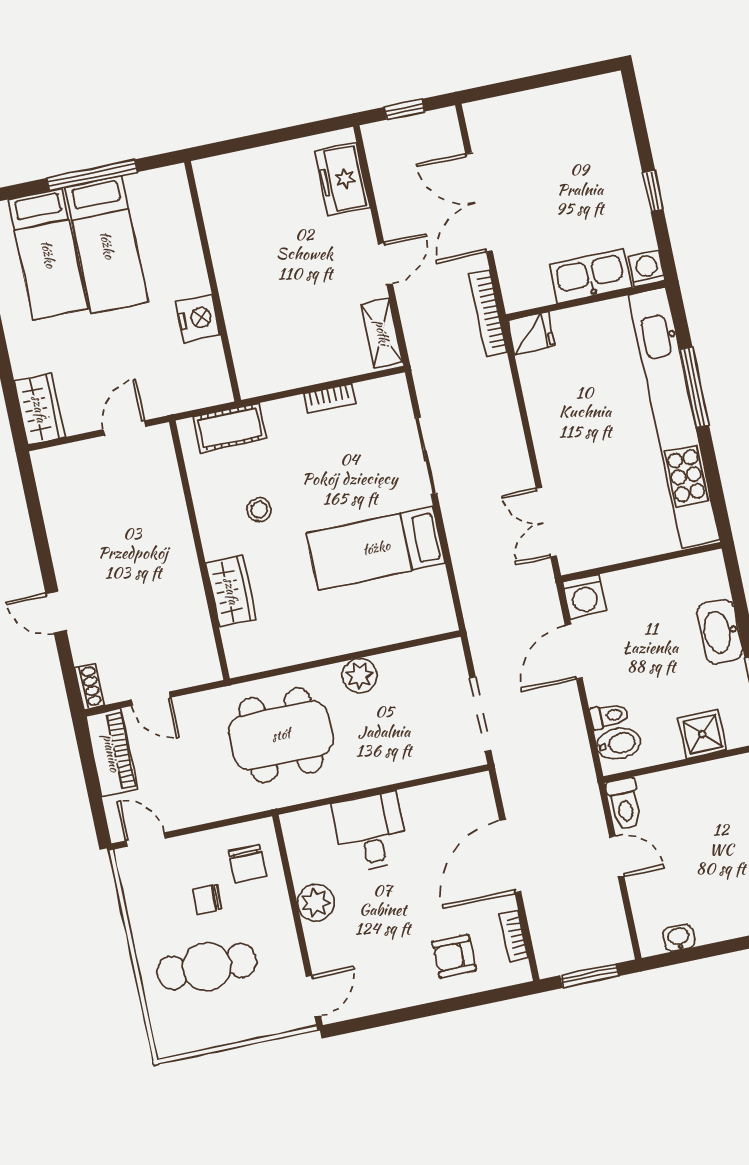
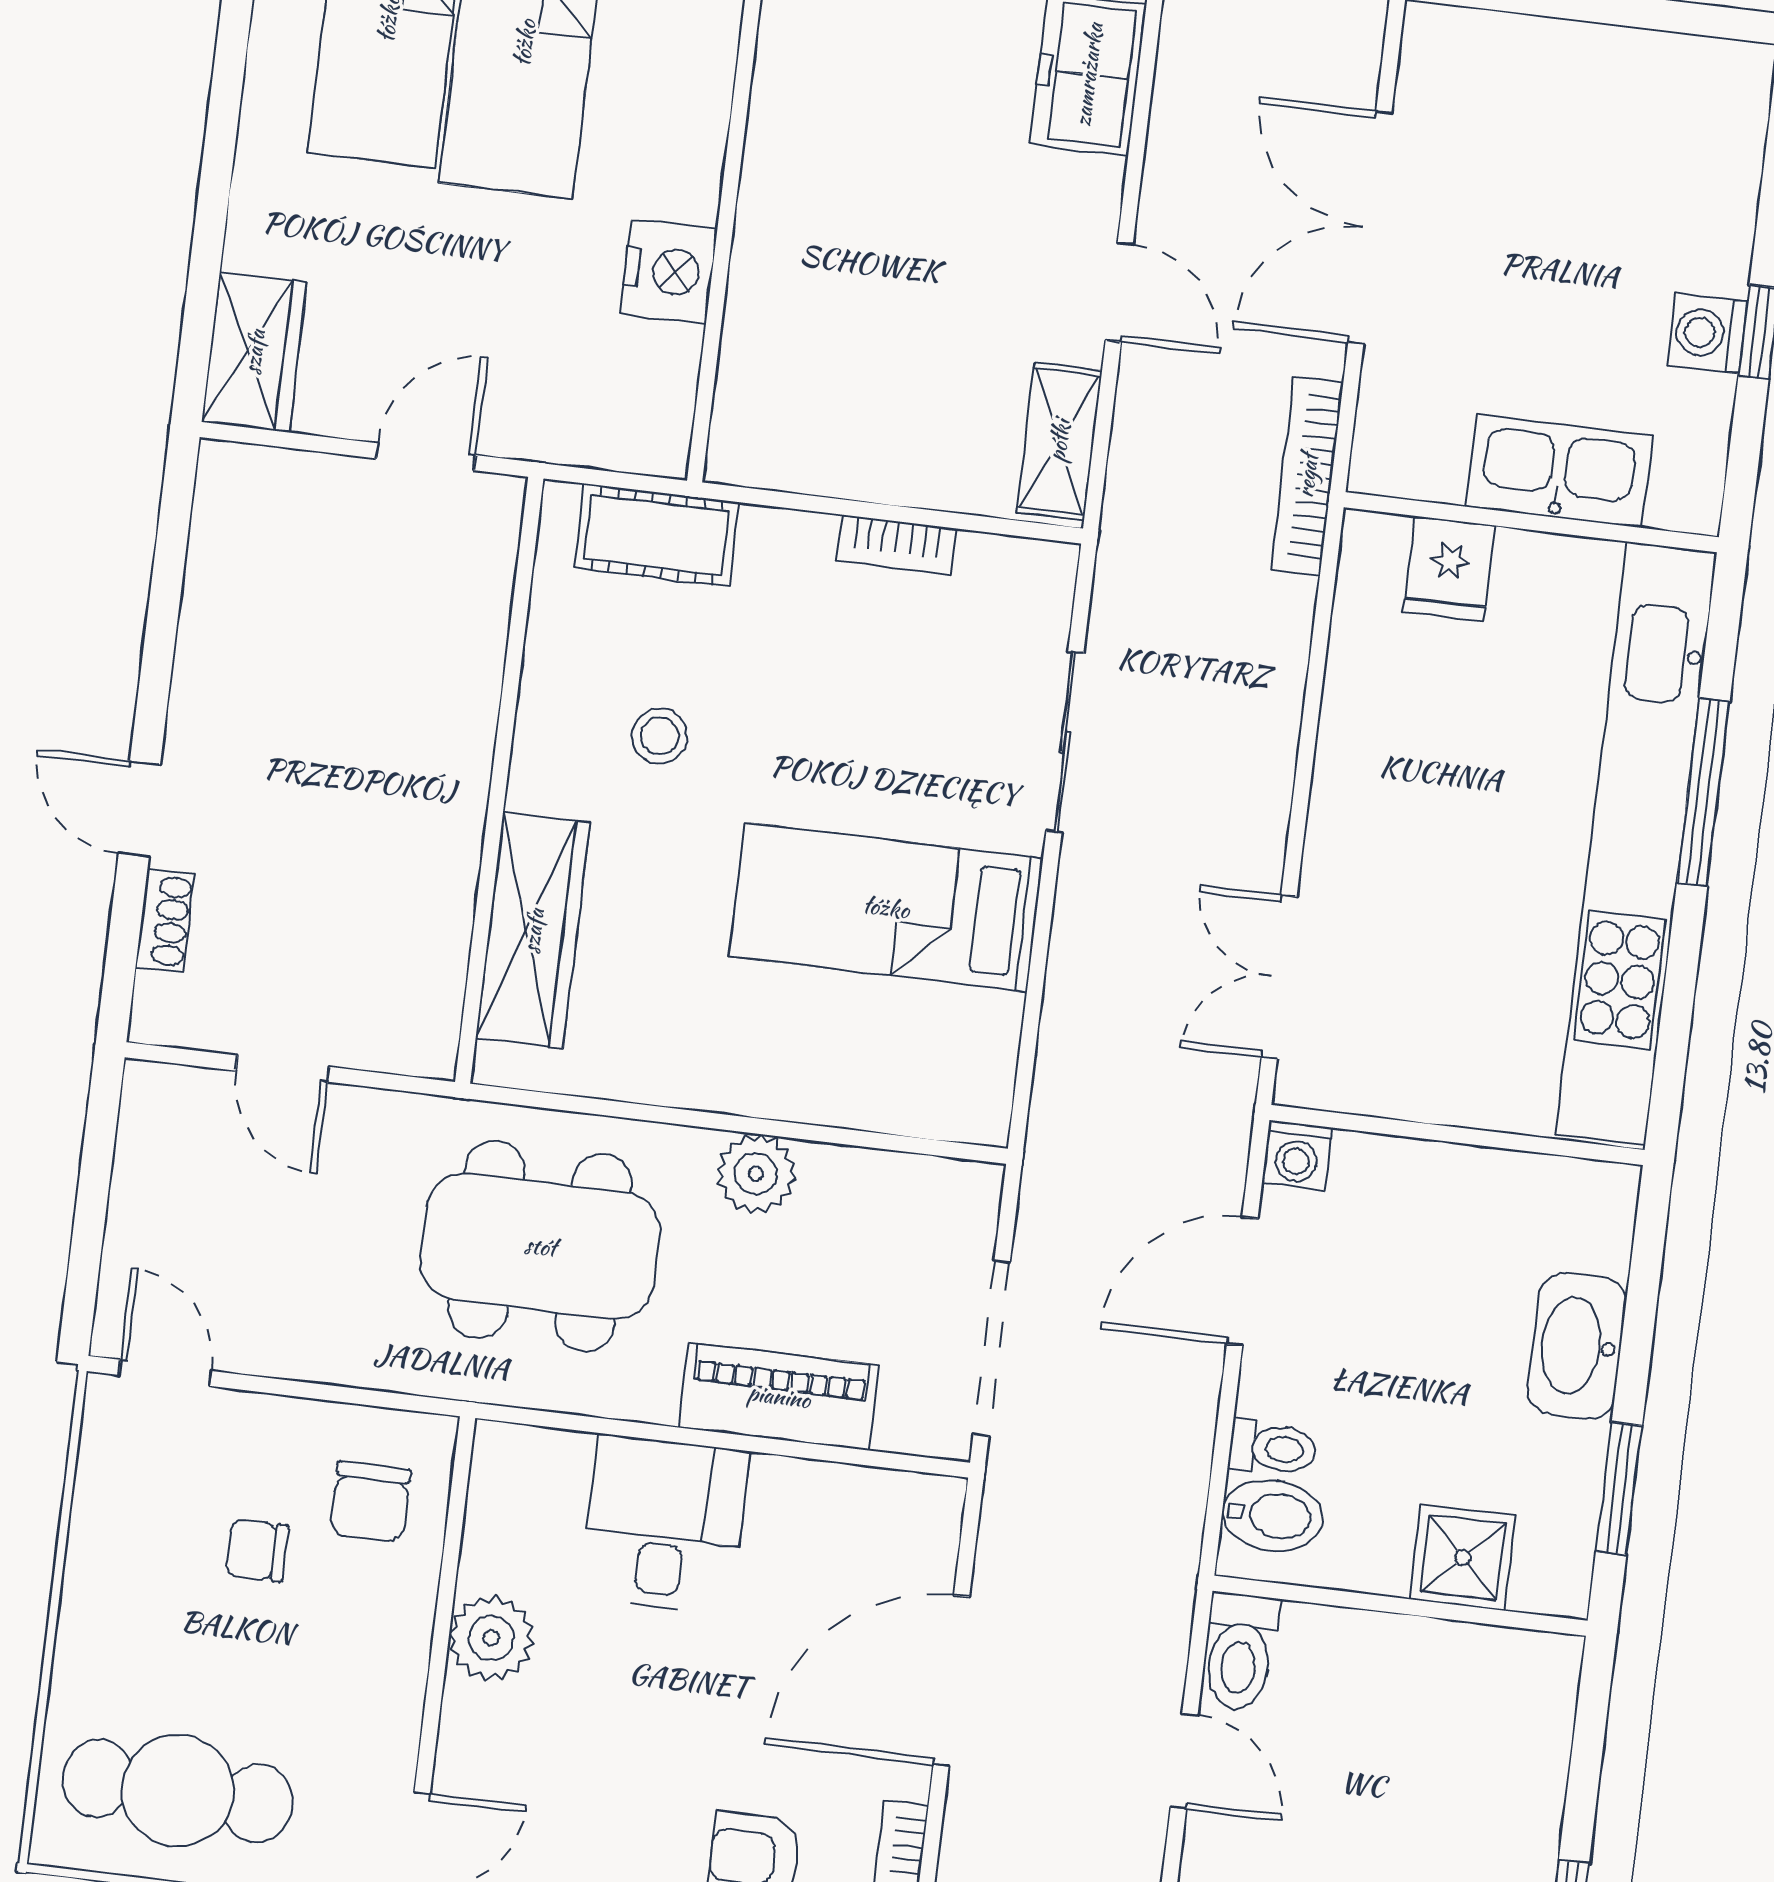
door: (385, 264) -> (1119, 292), hinge flipped
washing machine: (647, 269) -> (1707, 333), moved, turned -90
fridge: (531, 334) -> (1449, 569), moved, turned 90
wardrobe: (231, 591) -> (533, 931), width x1.50
washing machine: (585, 596) -> (1297, 1155), width x0.73, depth x0.73
shoe rack: (89, 686) -> (165, 921), moved
piano: (111, 753) -> (779, 1396), moved, turned -90
cafe table: (207, 967) -> (178, 1791), moved

